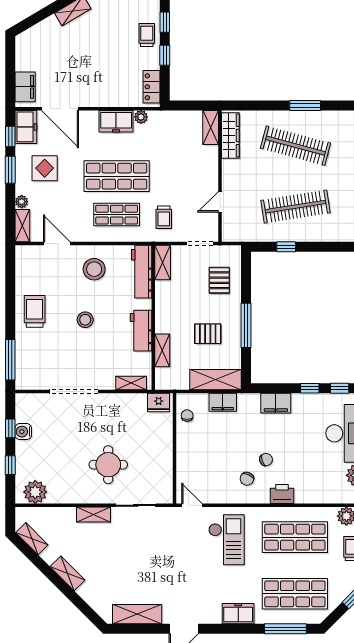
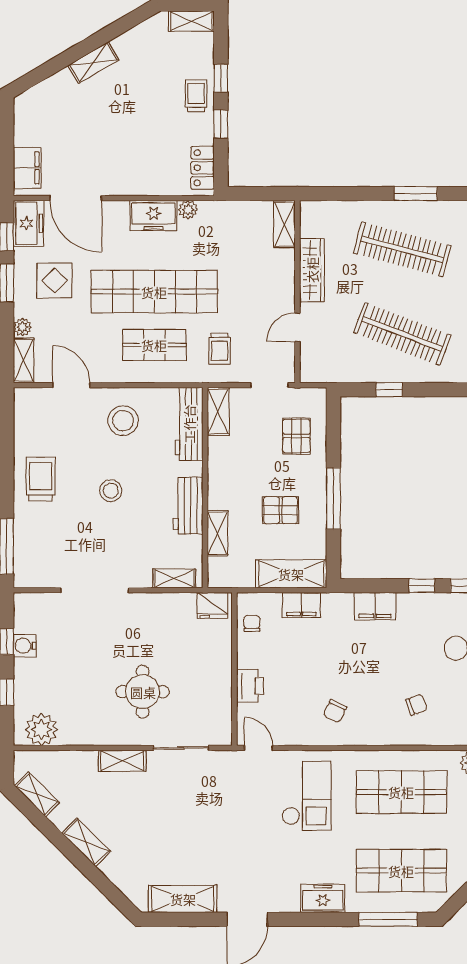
wardrobe: (230, 136) -> (312, 270), moved
shop shelf: (117, 176) -> (154, 292), width x1.40
clothes rail: (296, 207) -> (402, 334), turned 30
chair: (266, 460) -> (416, 705), moved
printer: (282, 494) -> (250, 686), moved, turned 90

